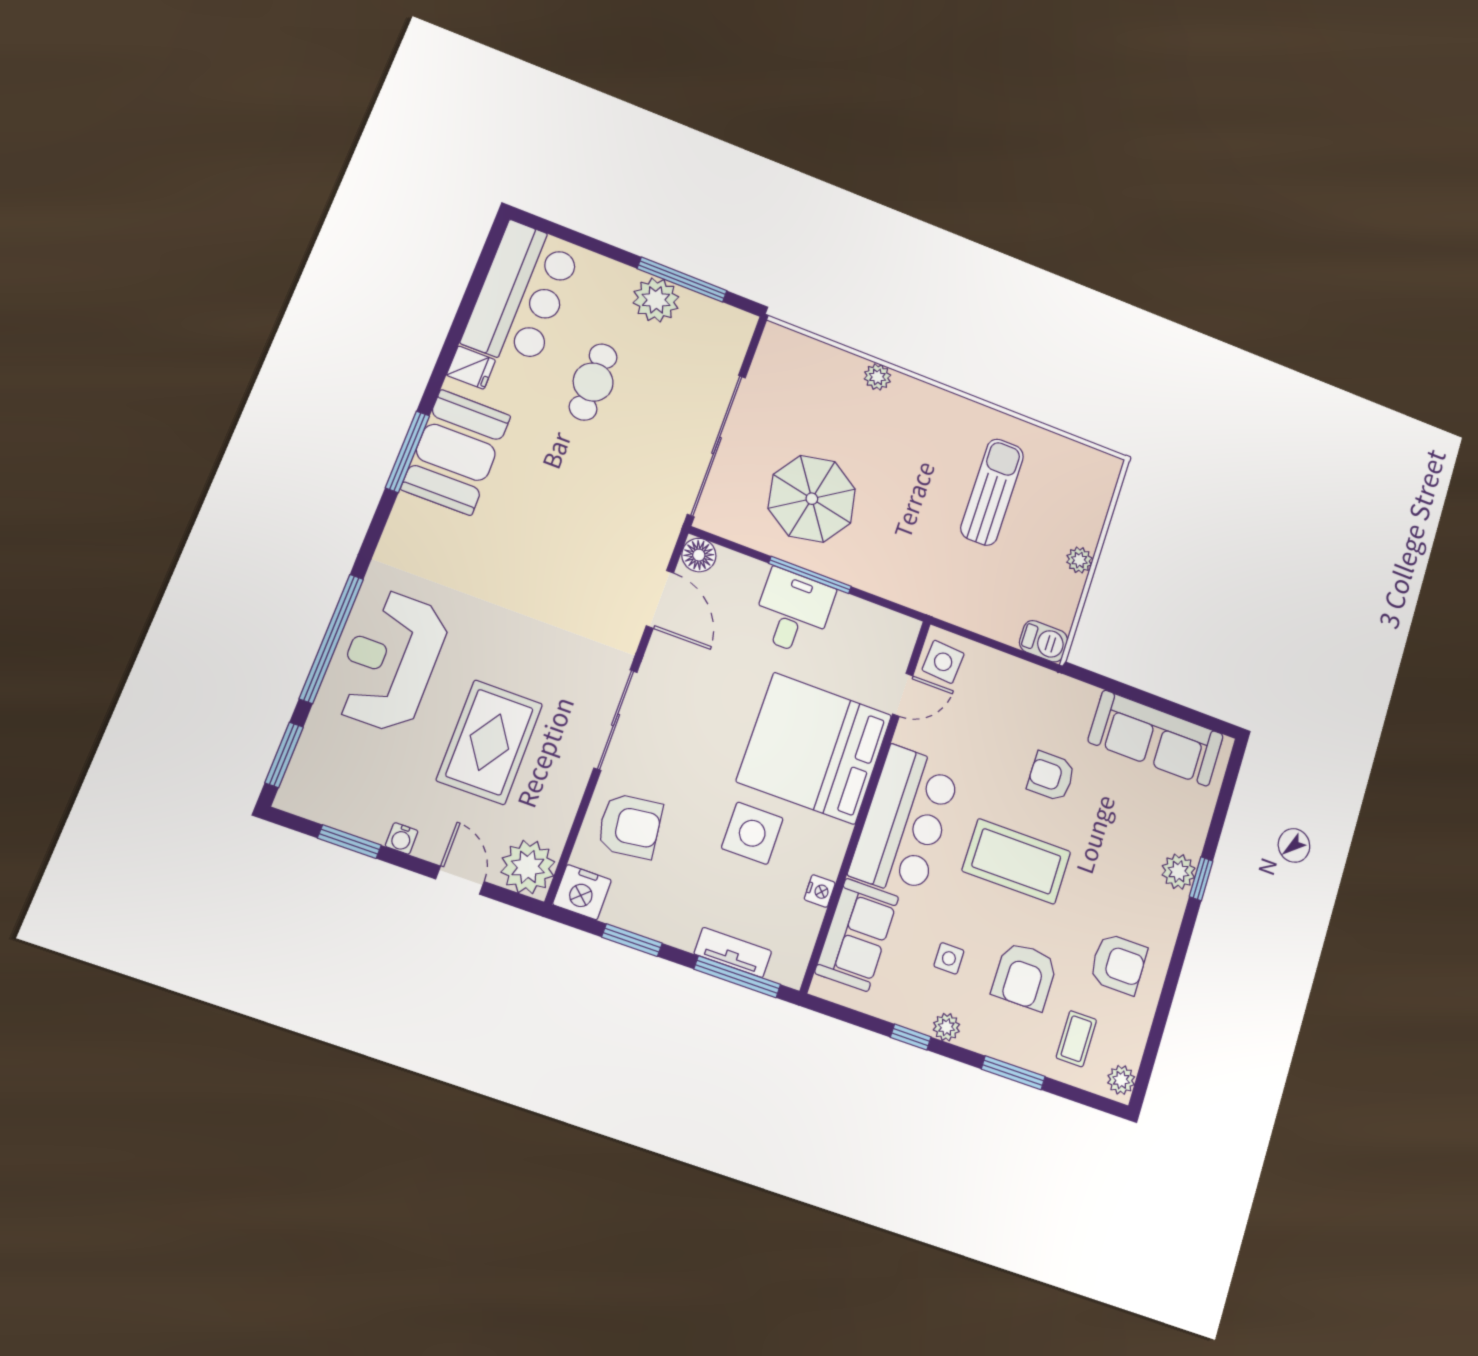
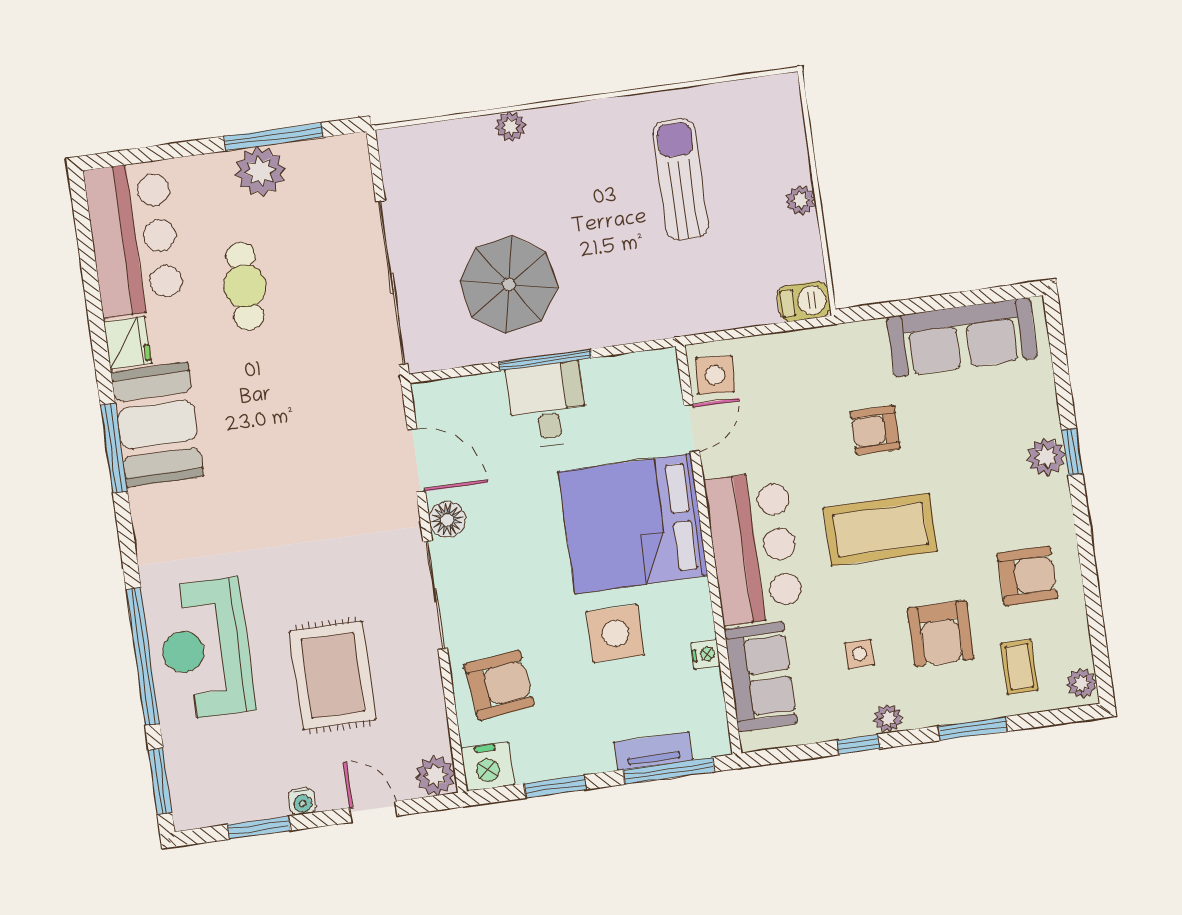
fridge: (471, 368) -> (128, 343), width x1.38
floor lamp: (699, 555) -> (447, 519), moved
plant: (528, 867) -> (435, 776), width x0.73, depth x0.73

